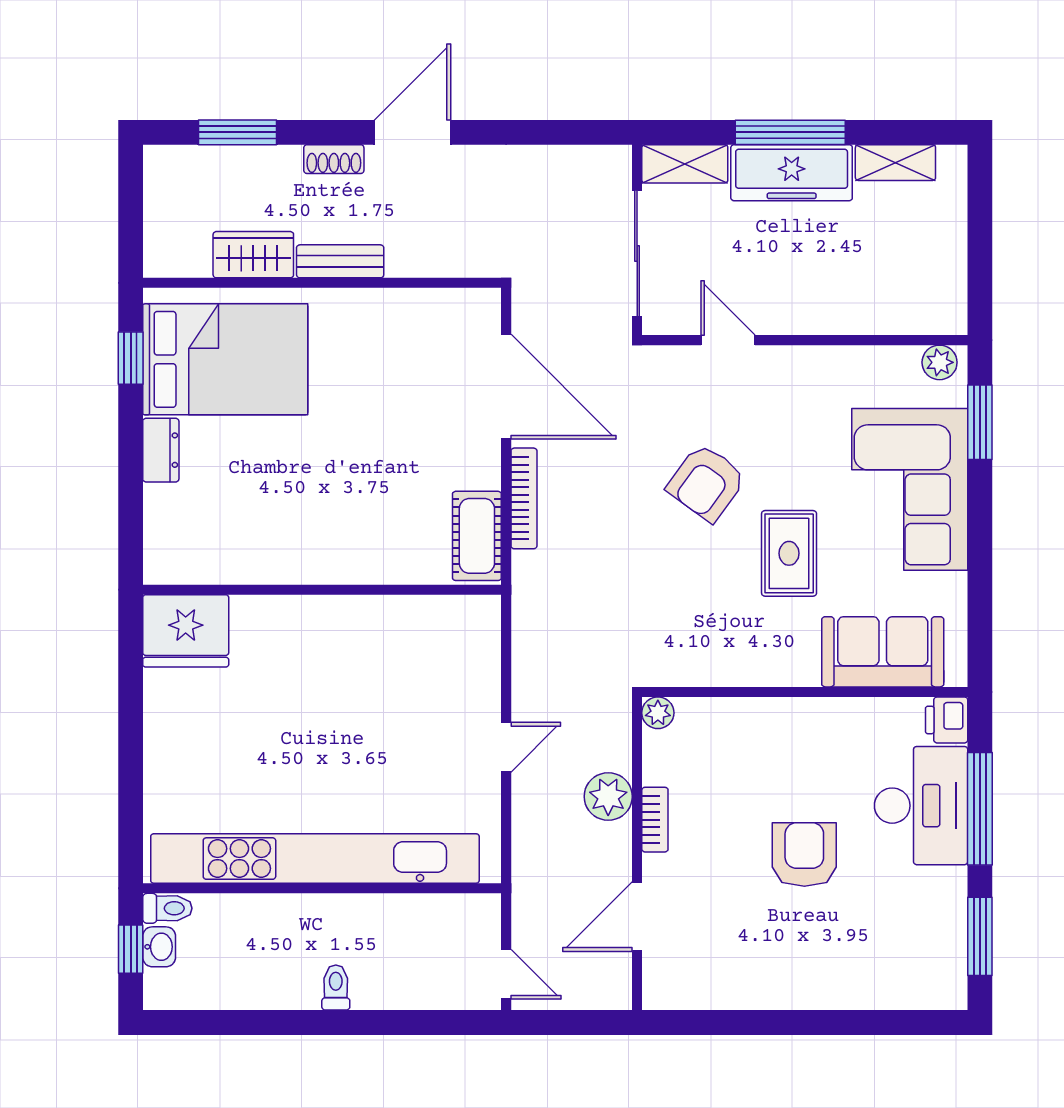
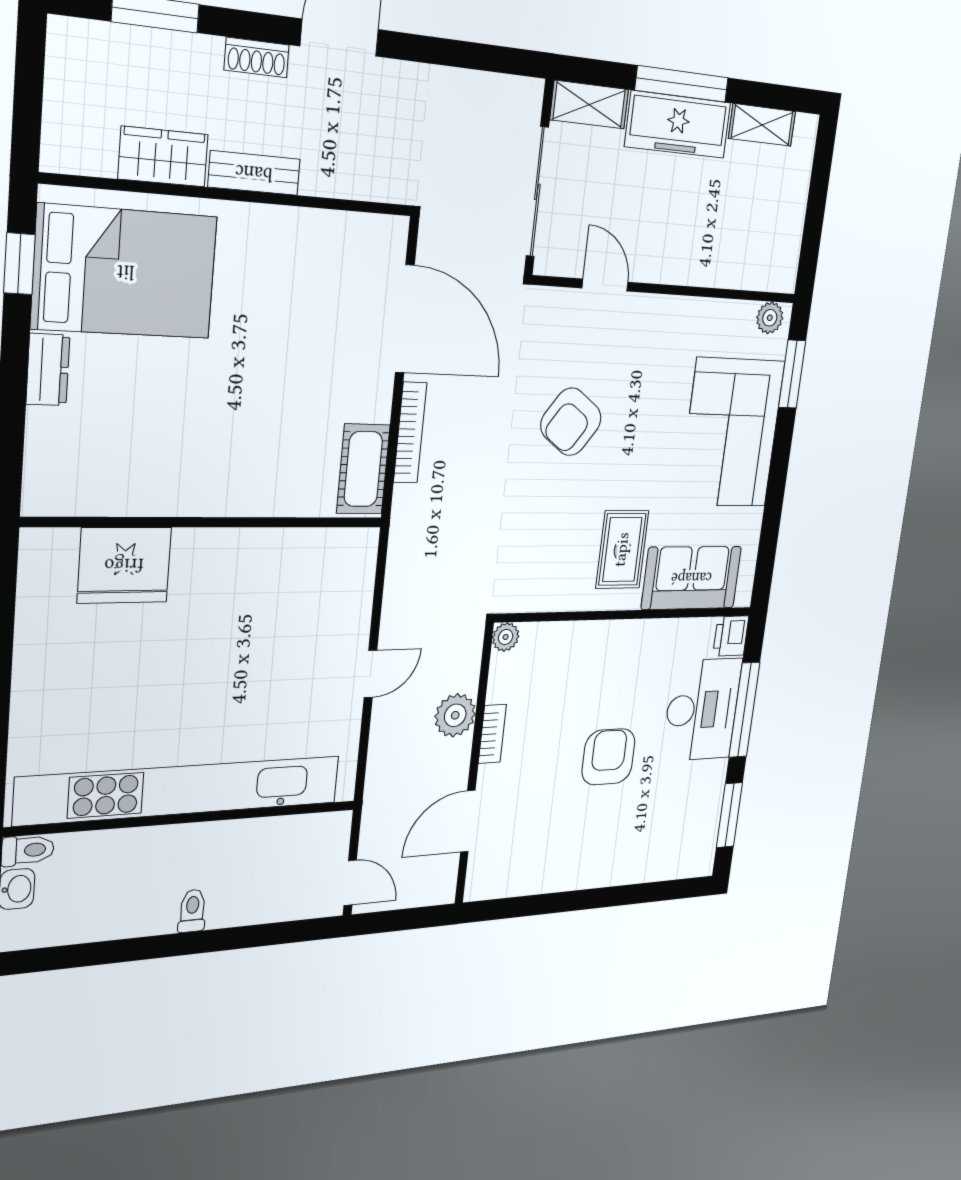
rug: (789, 553) -> (622, 549), moved
fridge: (186, 631) -> (124, 565), moved

